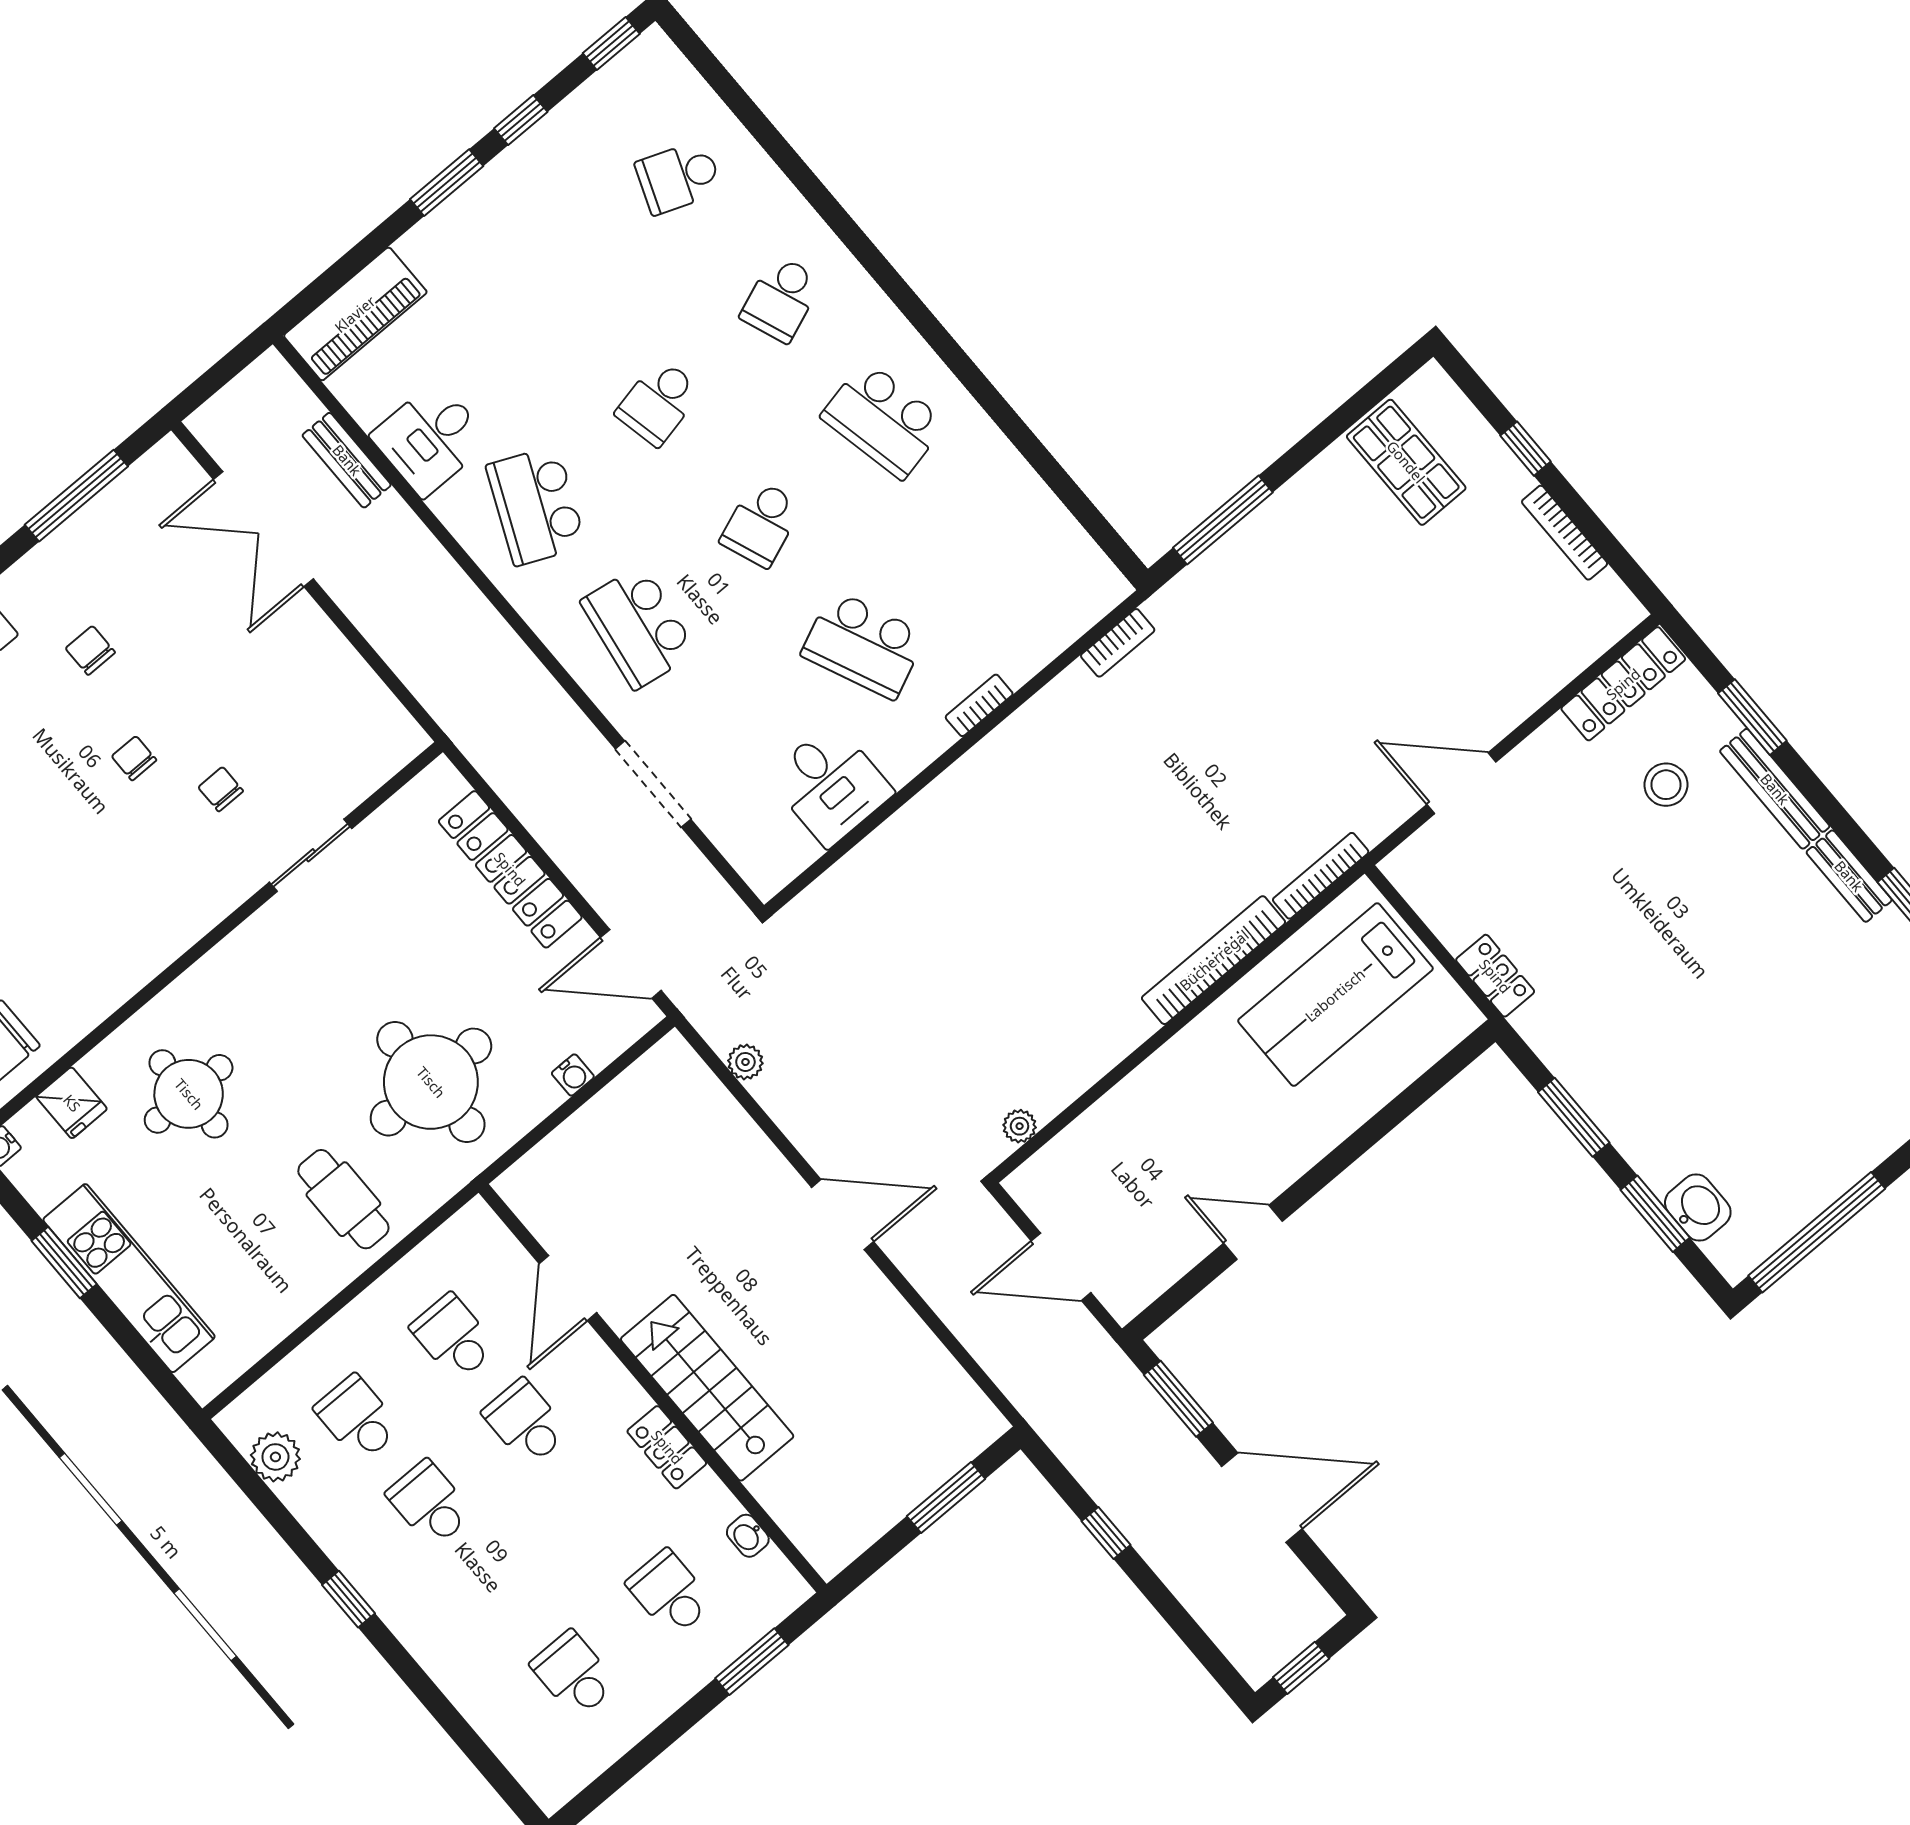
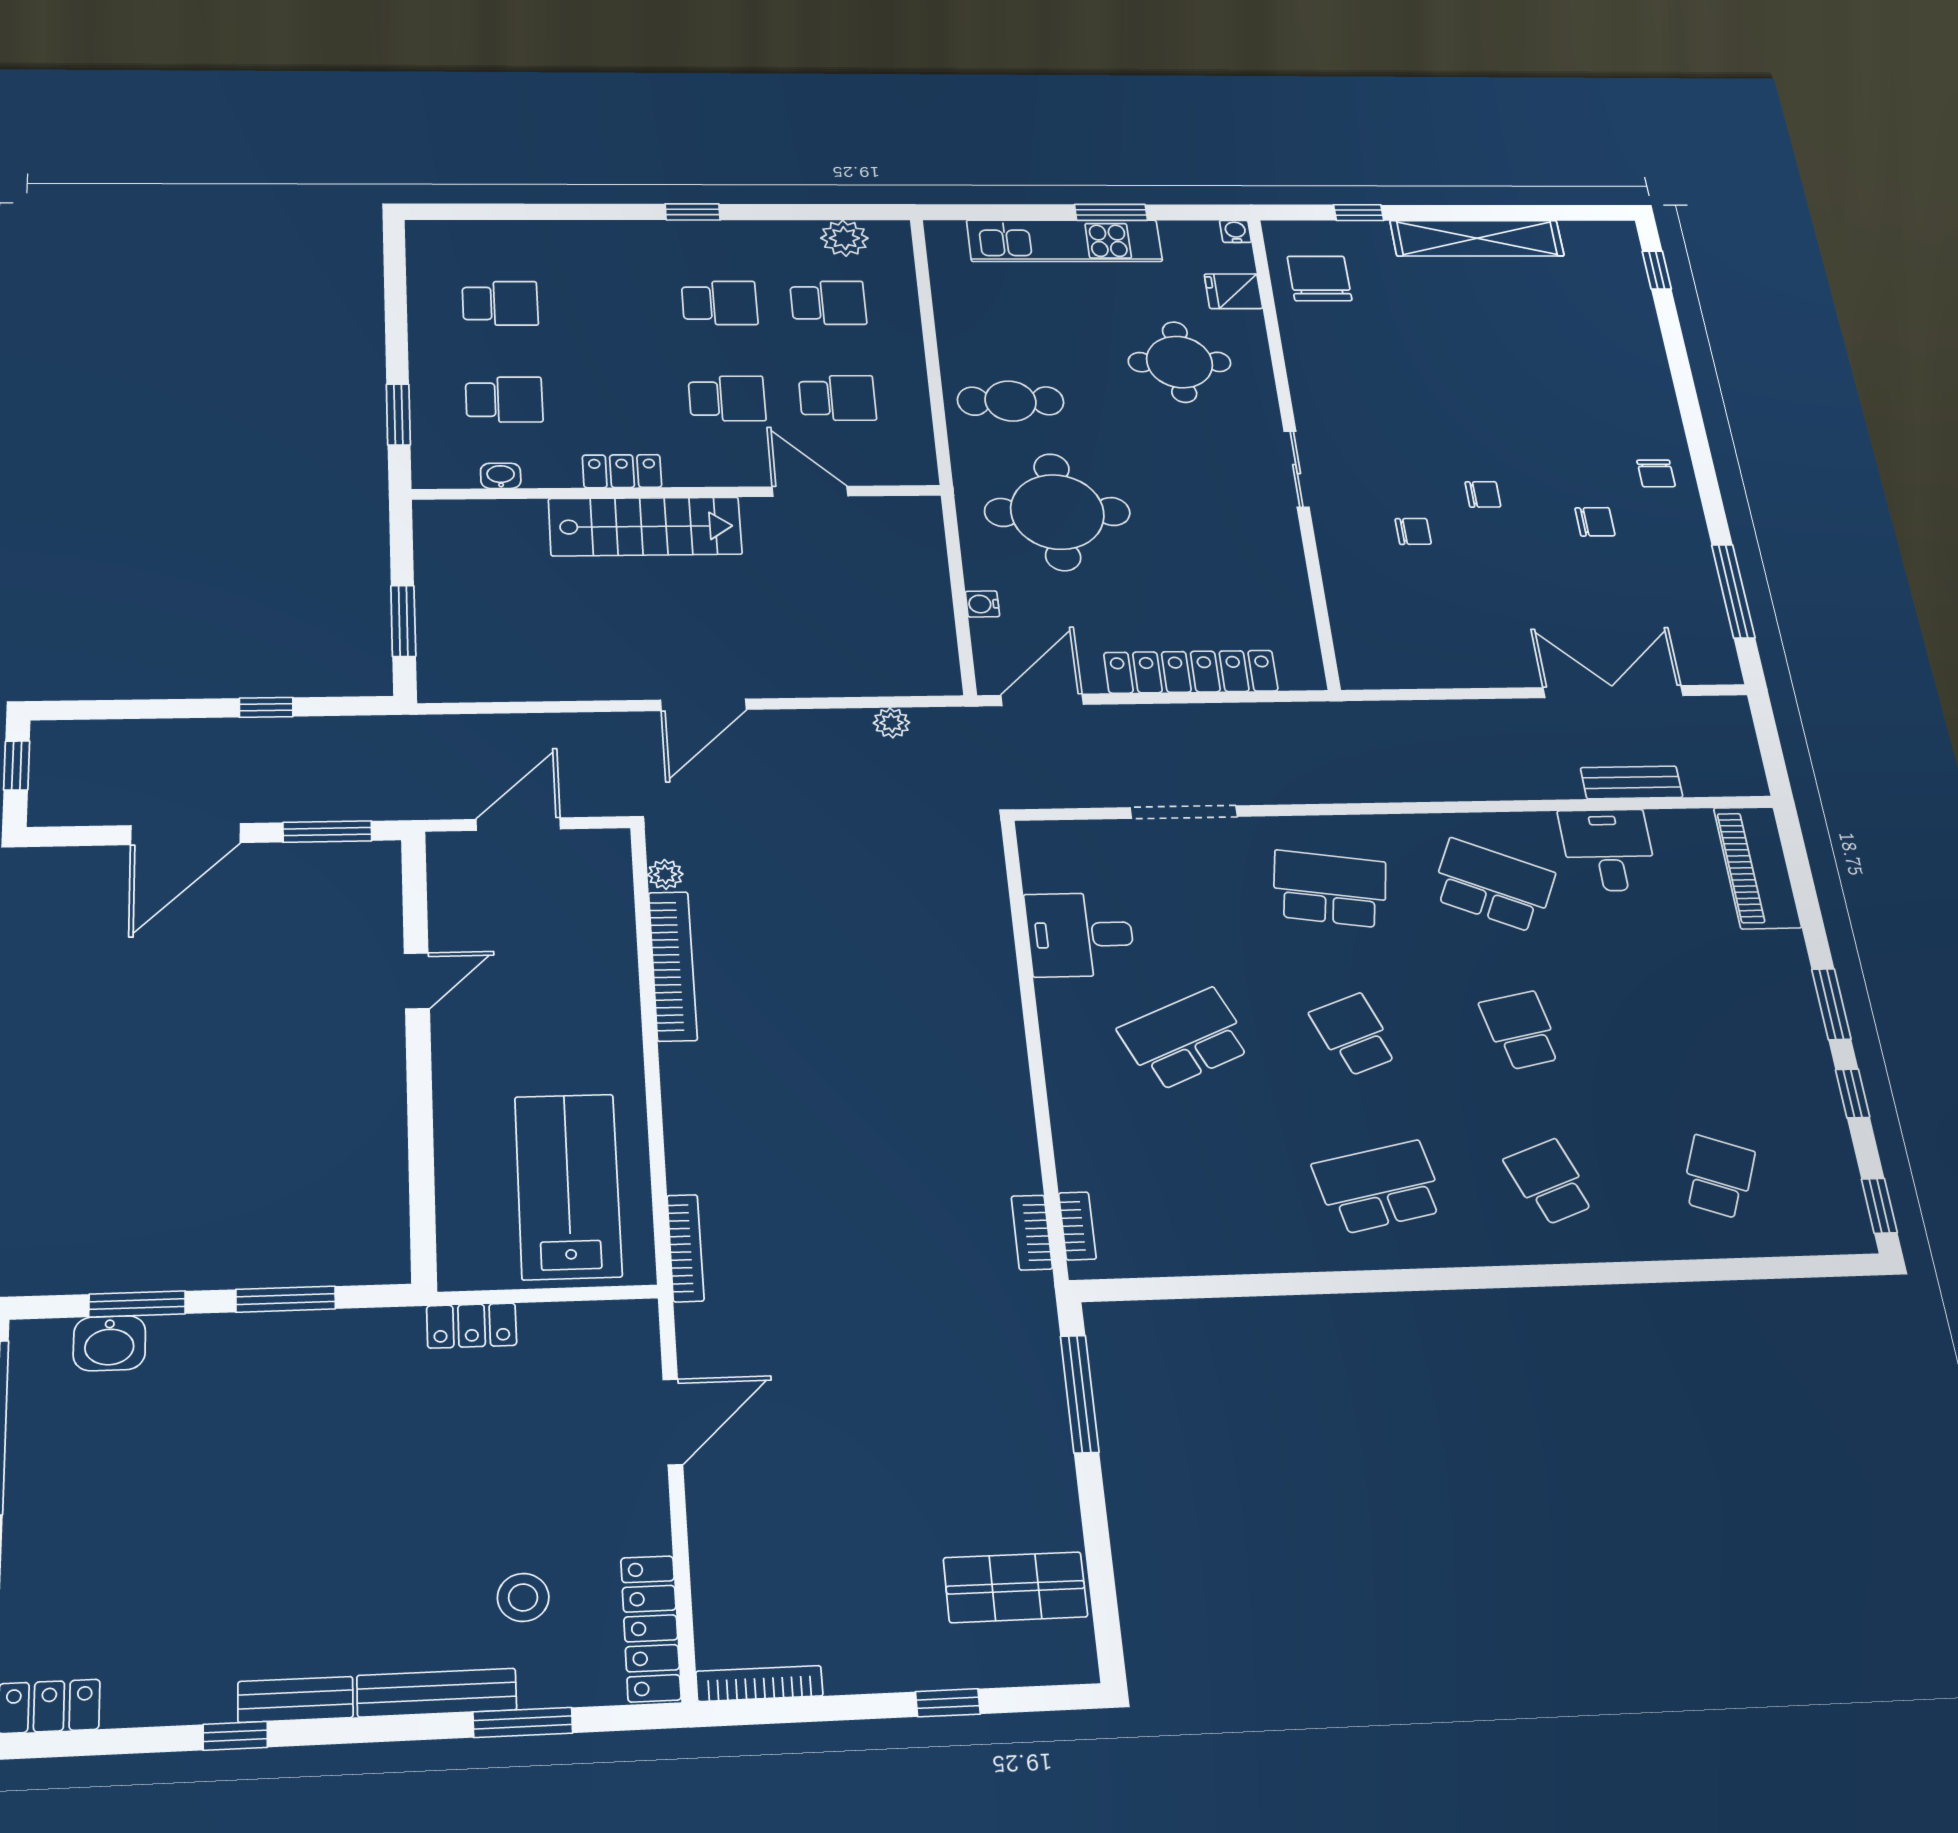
bookcase: (1565, 533) -> (759, 1684), moved
bookcase: (979, 705) -> (1077, 1226), moved
sliding door: (311, 855) -> (1297, 469), moved
bookcase: (1214, 960) -> (673, 966), moved

